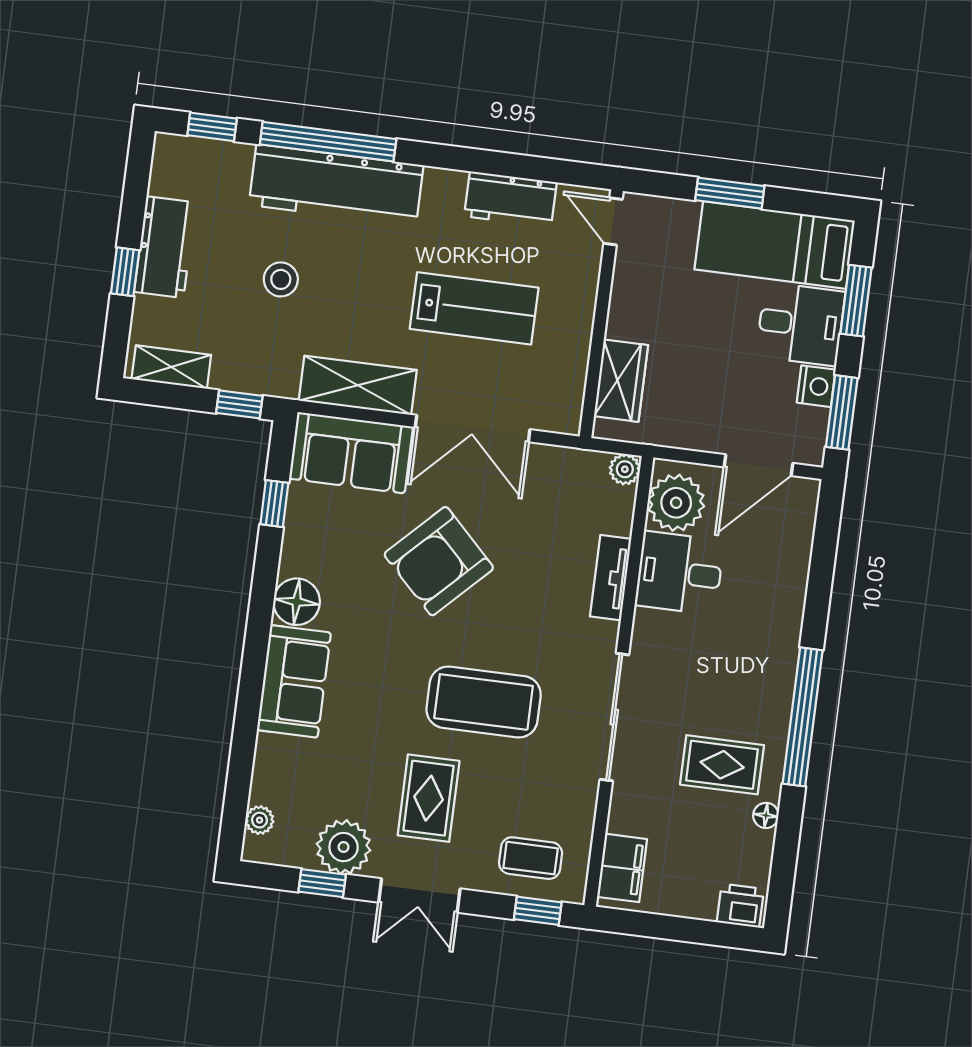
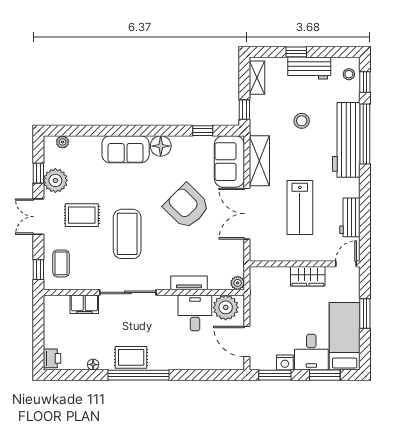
stool: (190, 161) -> (349, 74), added
wardrobe: (621, 381) -> (308, 276), moved
rug: (722, 765) -> (131, 357), moved, turned 90
filing cabinet: (622, 868) -> (84, 304), moved

